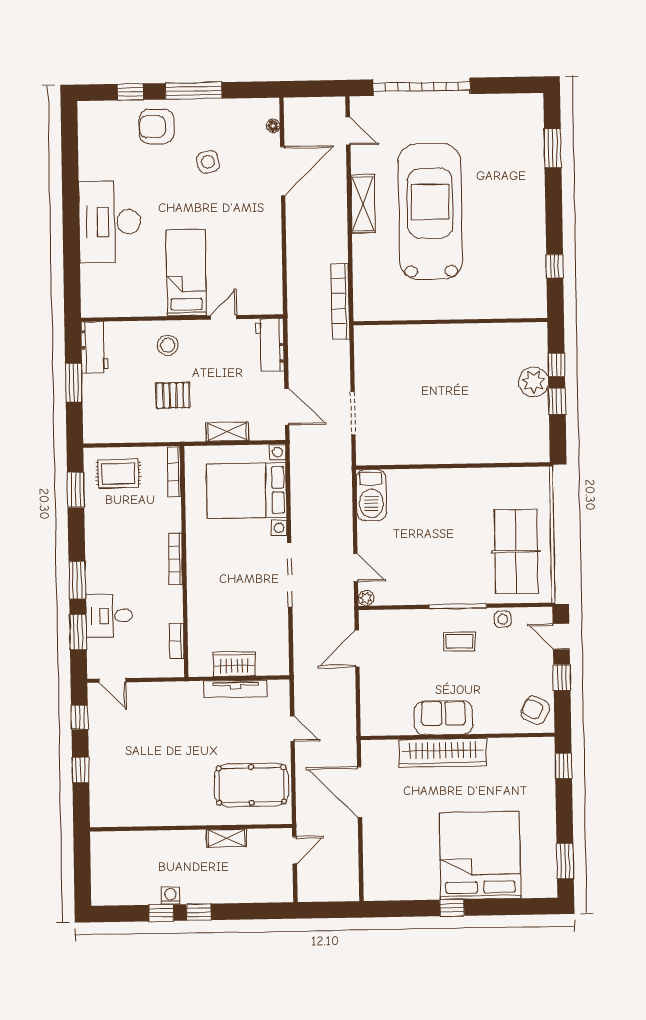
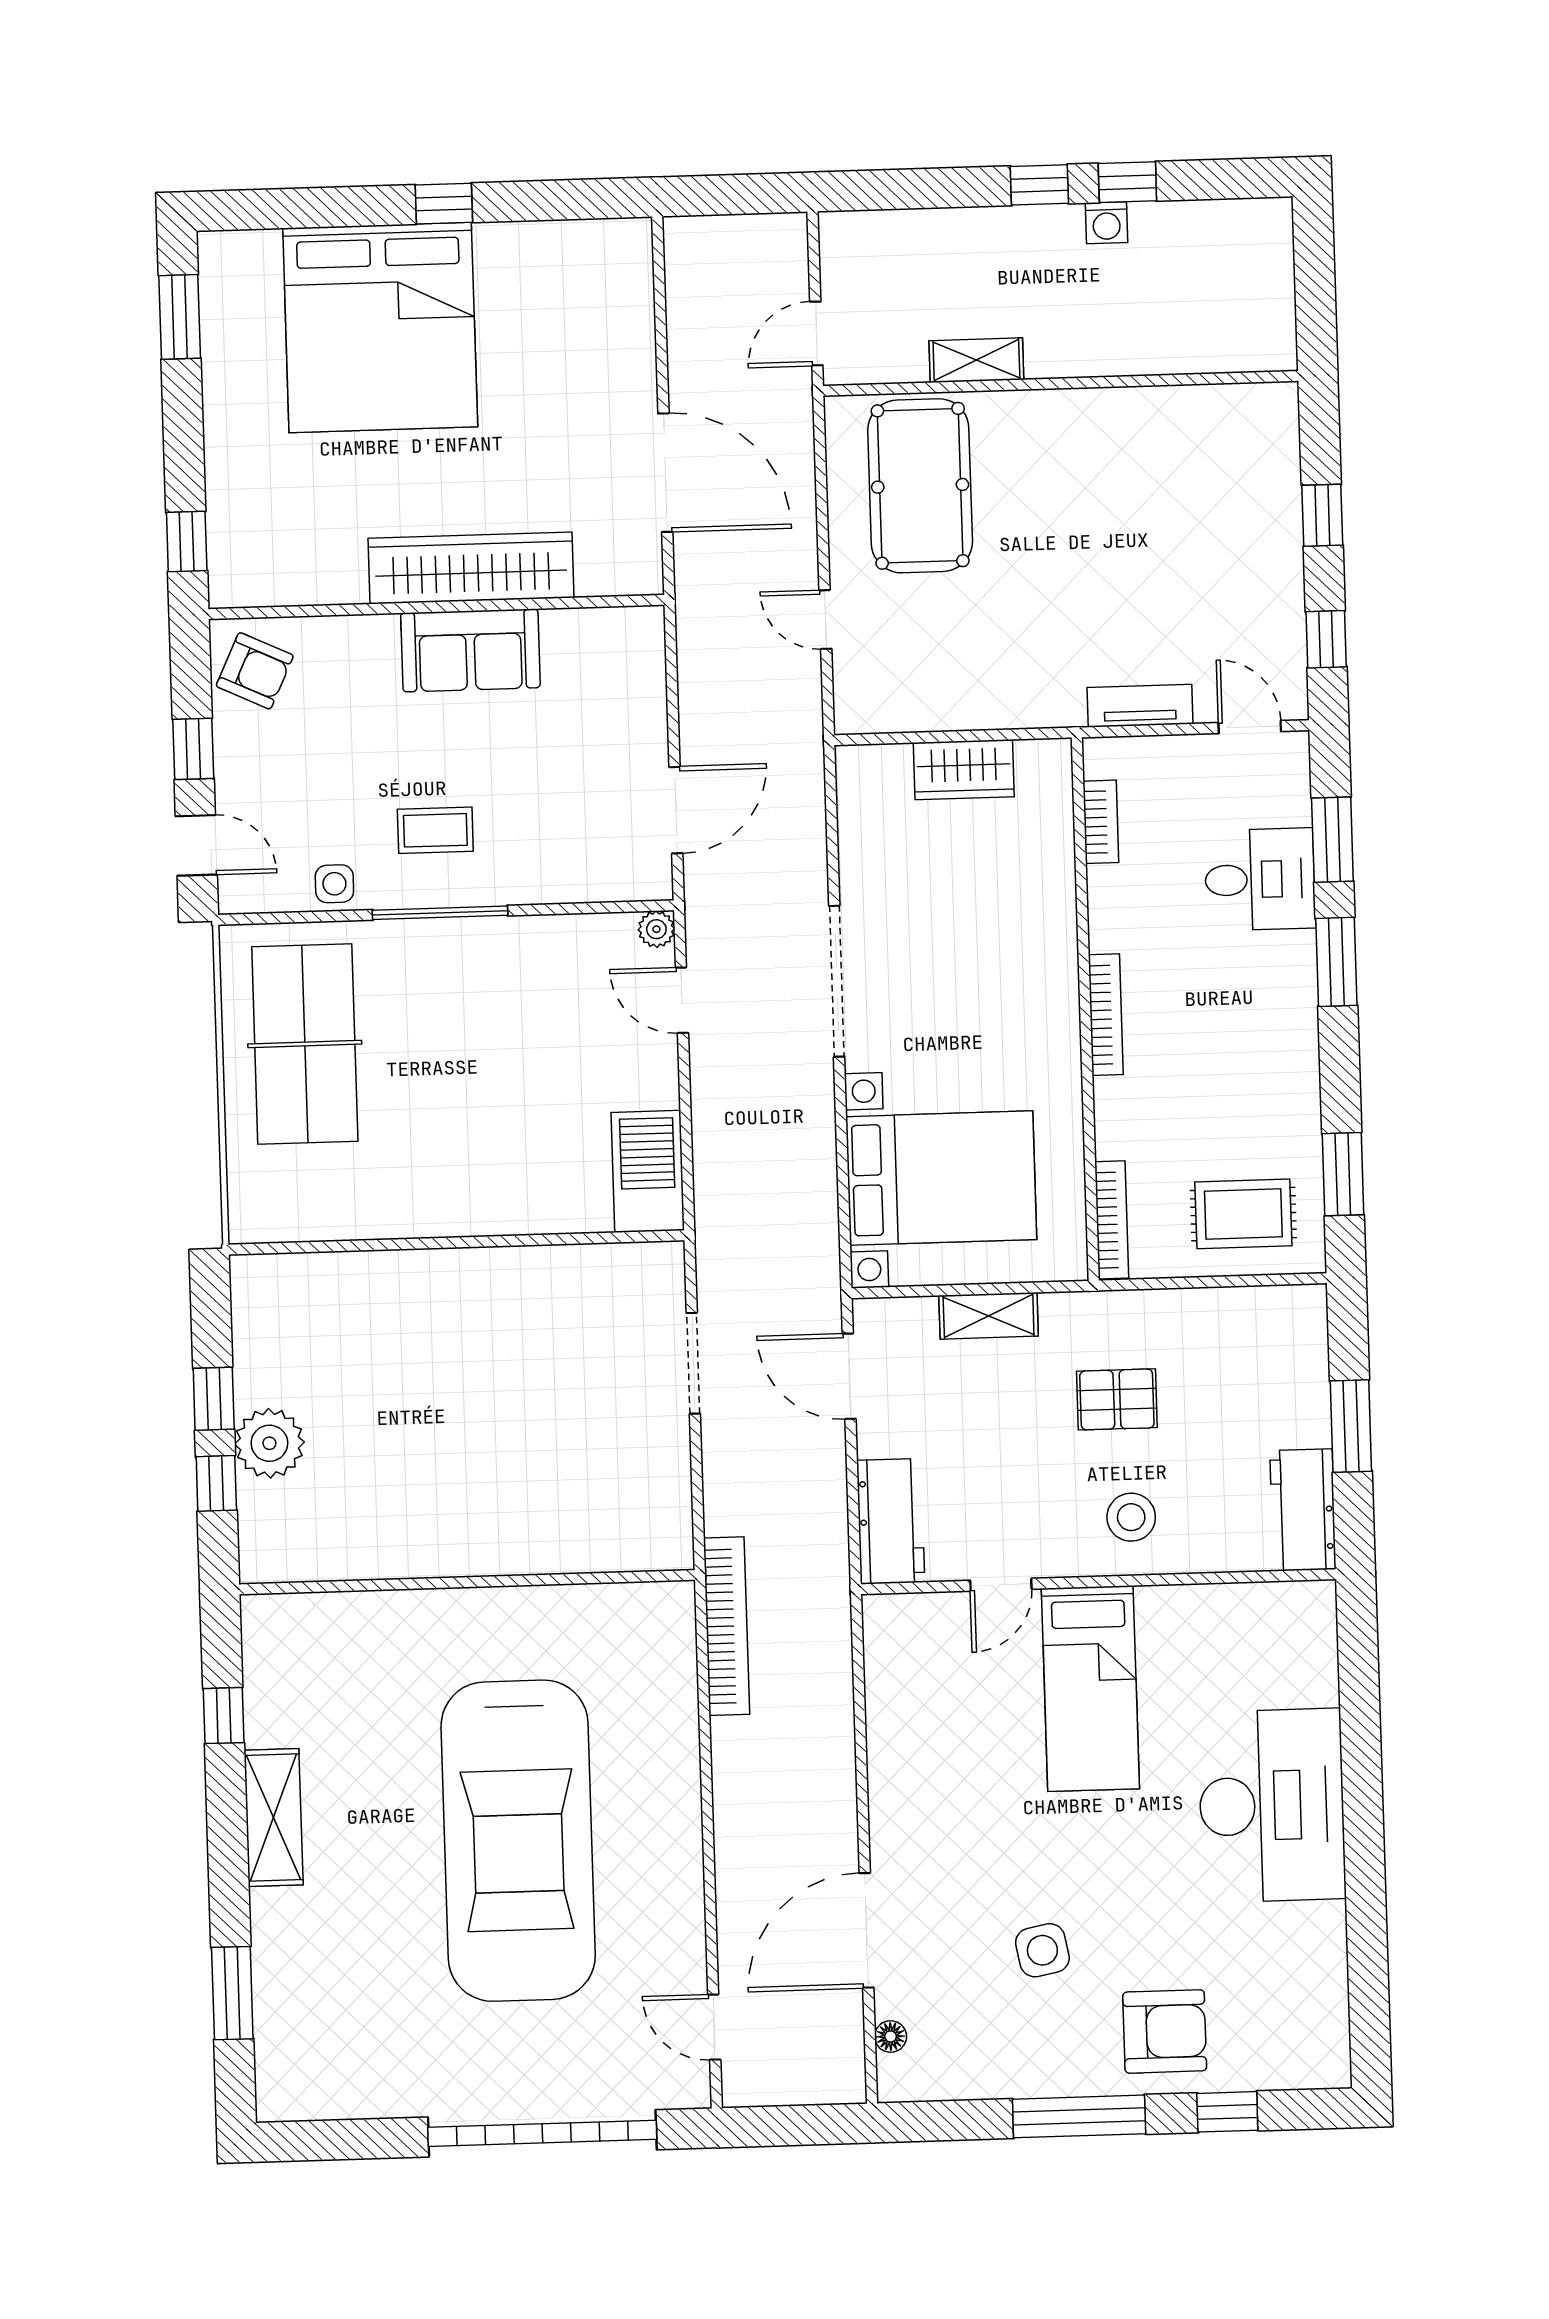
shelving: (363, 204) -> (274, 1818), moved
tv unit: (236, 689) -> (1140, 706), moved, width x0.71
pool table: (251, 785) -> (920, 486), turned 90

